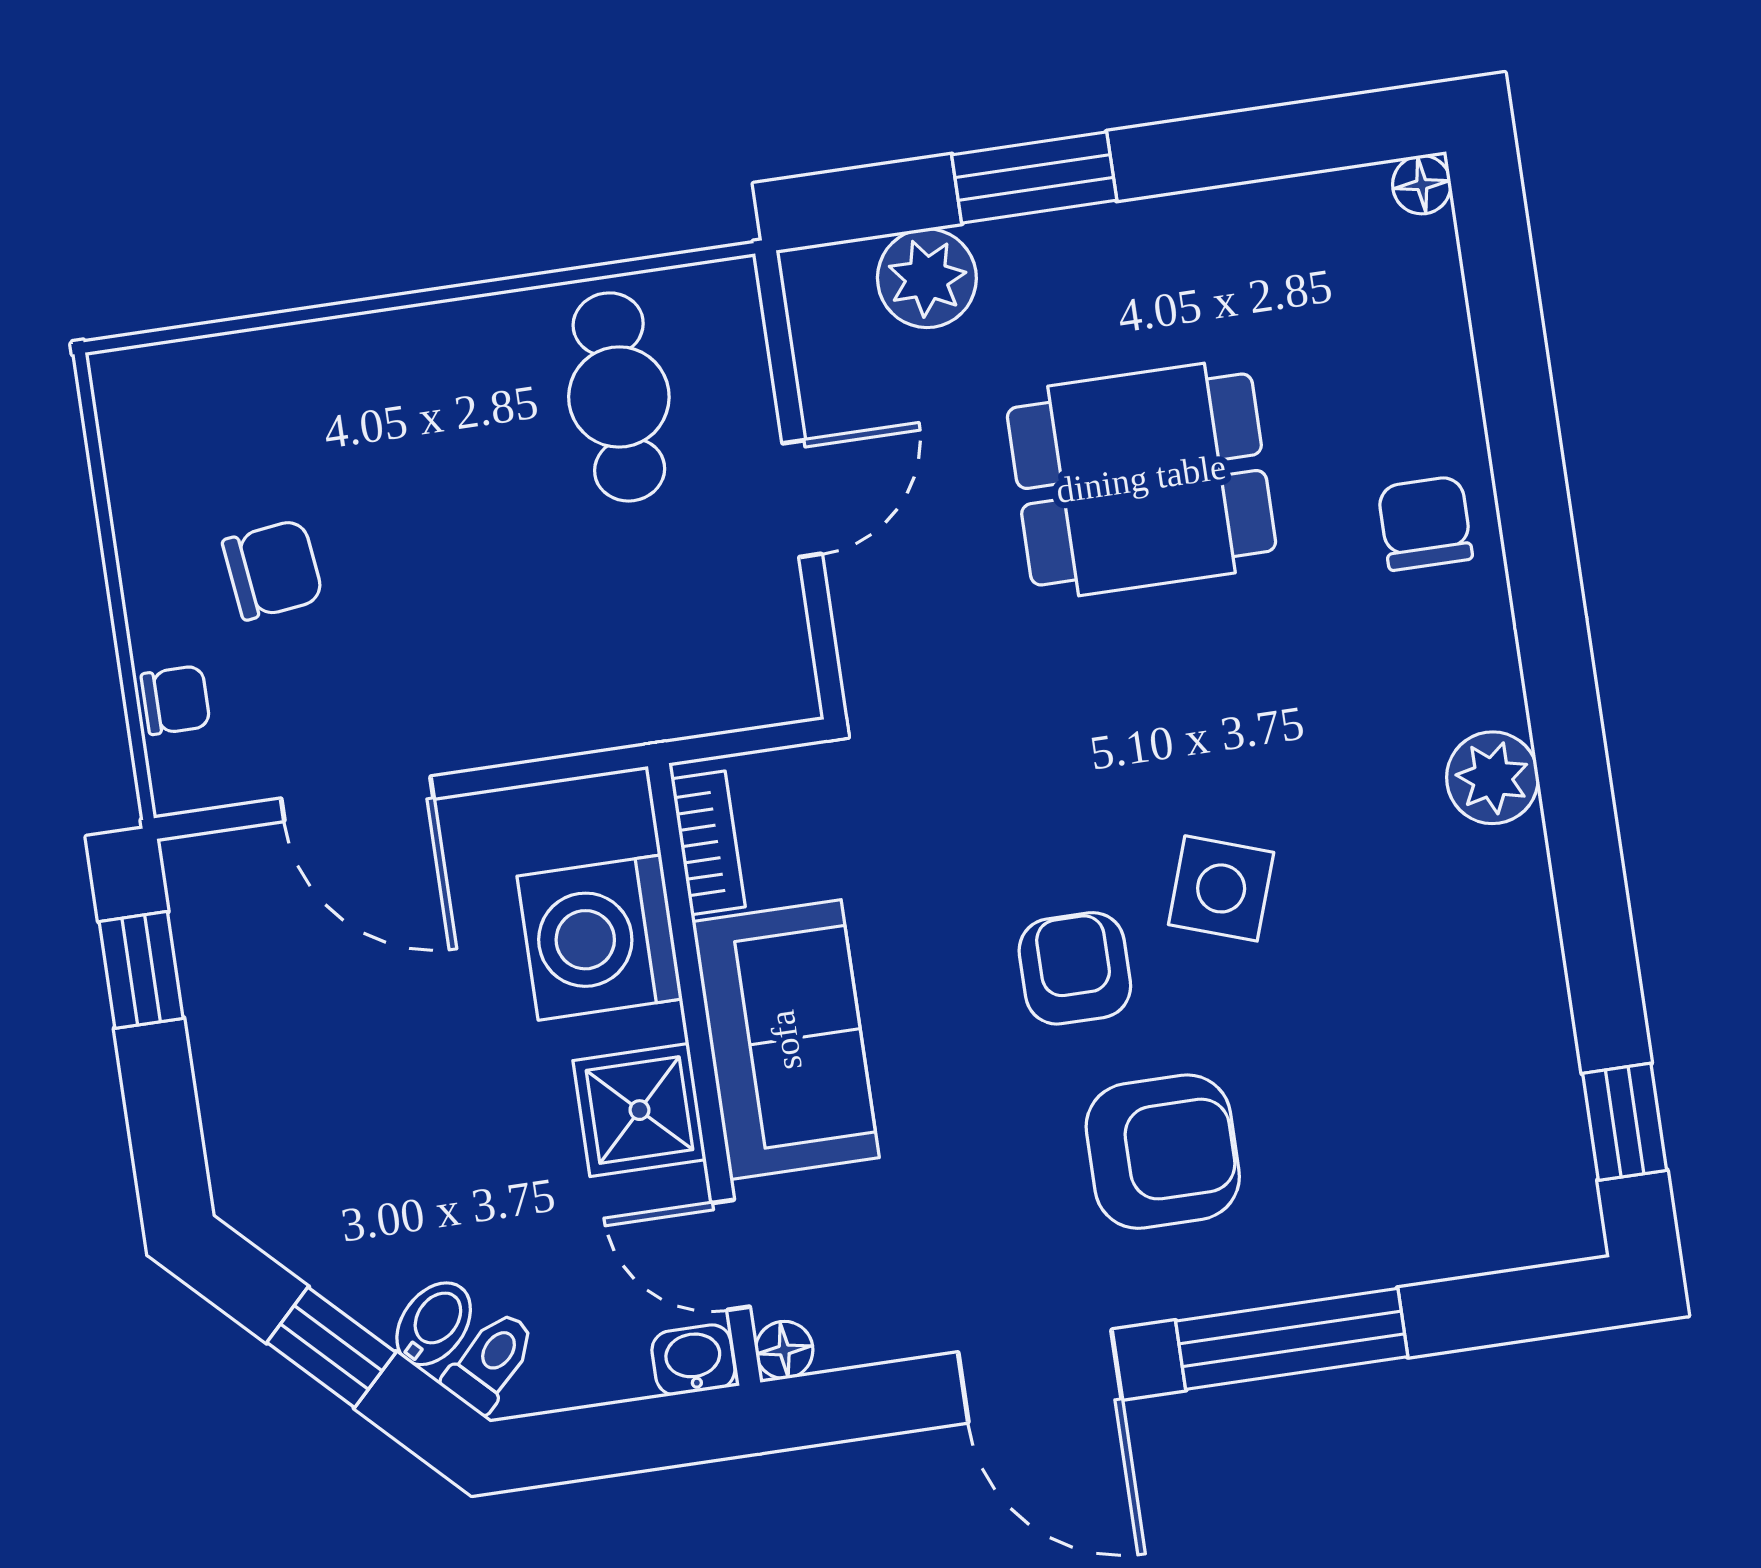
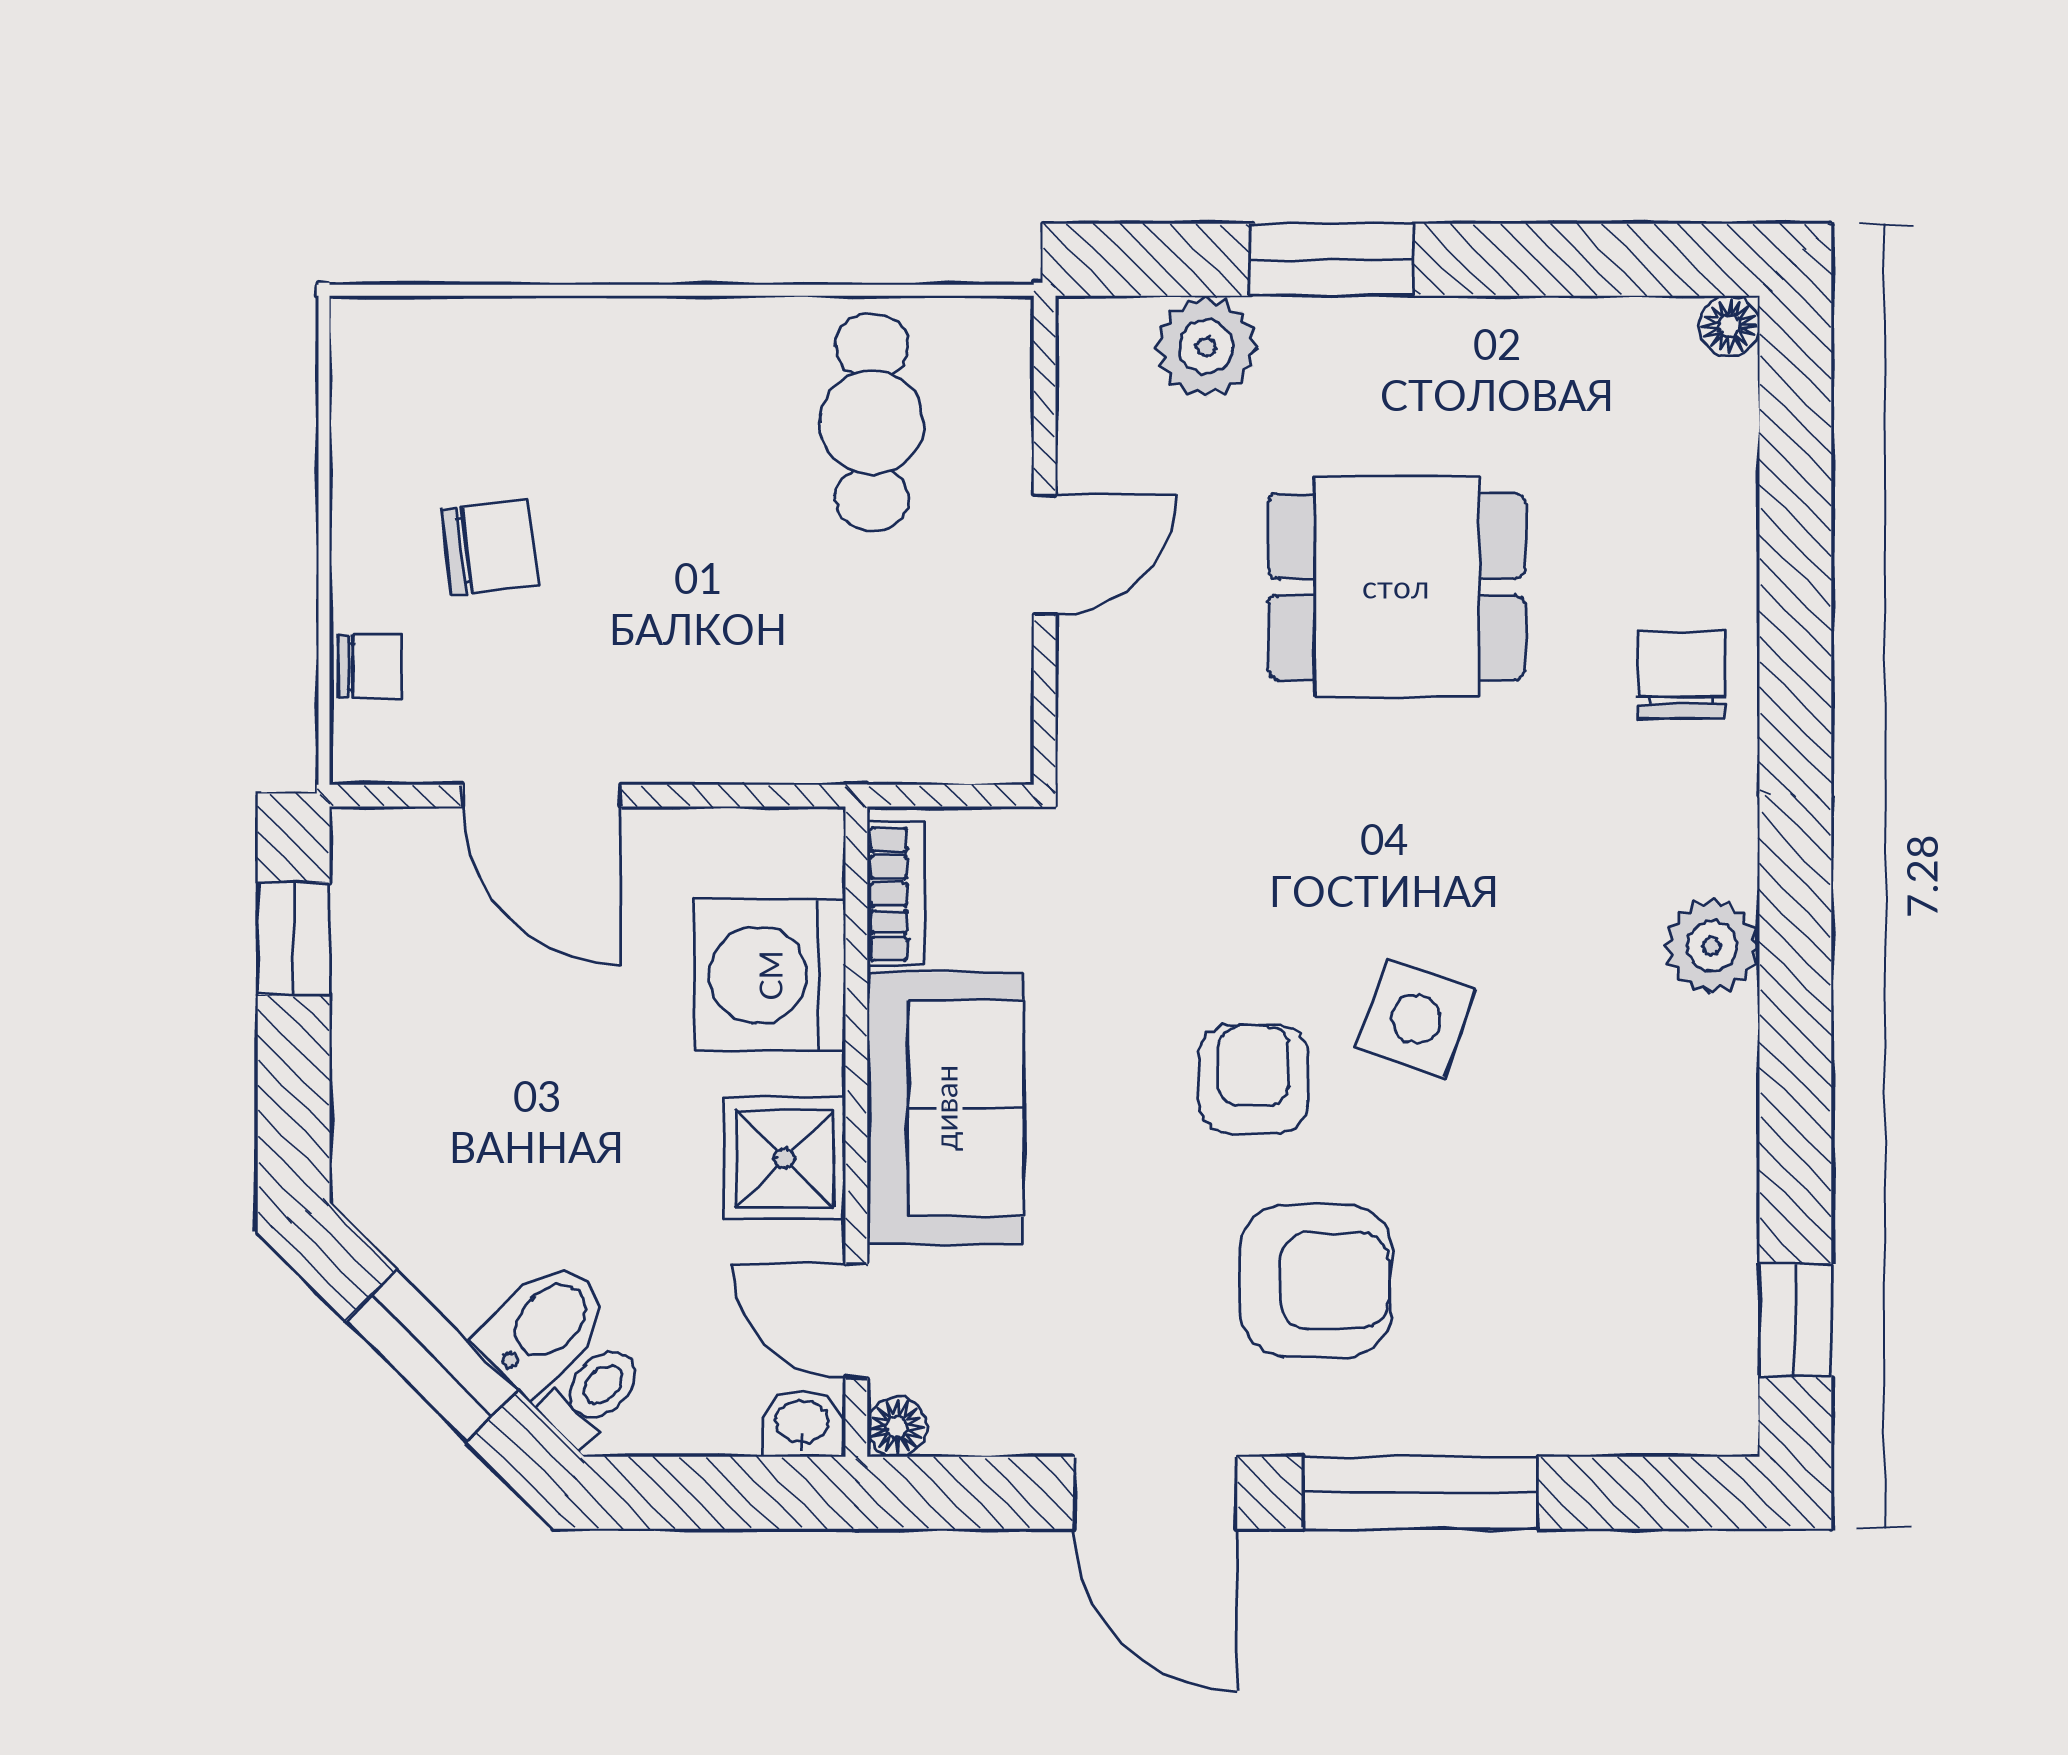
bidet: (434, 1324) -> (544, 1326), width x1.38, depth x1.36
window: (331, 1347) -> (432, 1356), width x1.50

